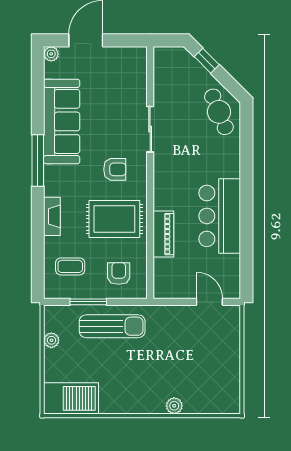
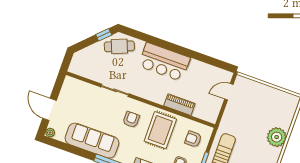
window: (207, 61) -> (104, 35), moved
bar counter: (220, 216) -> (164, 62), moved
plant: (174, 406) -> (277, 137), width x1.87, depth x1.87

